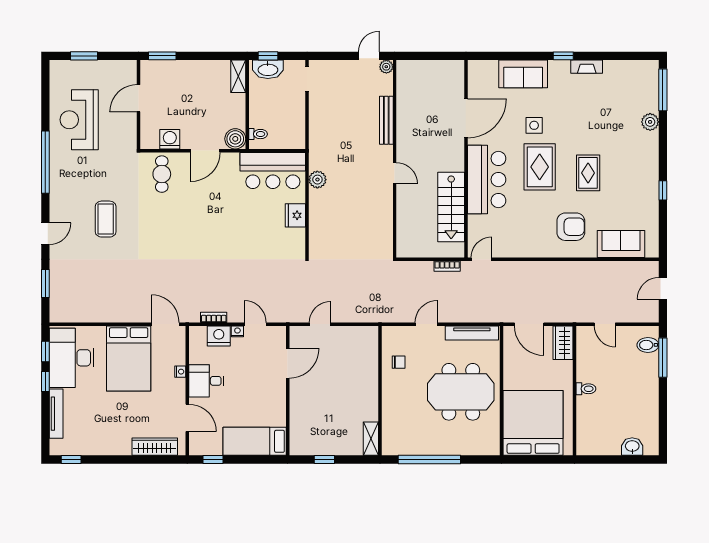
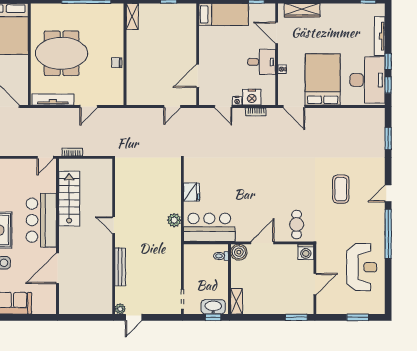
washing machine: (170, 139) -> (306, 252), moved
door: (45, 234) -> (388, 193), moved
chair: (399, 362) -> (117, 63), moved

